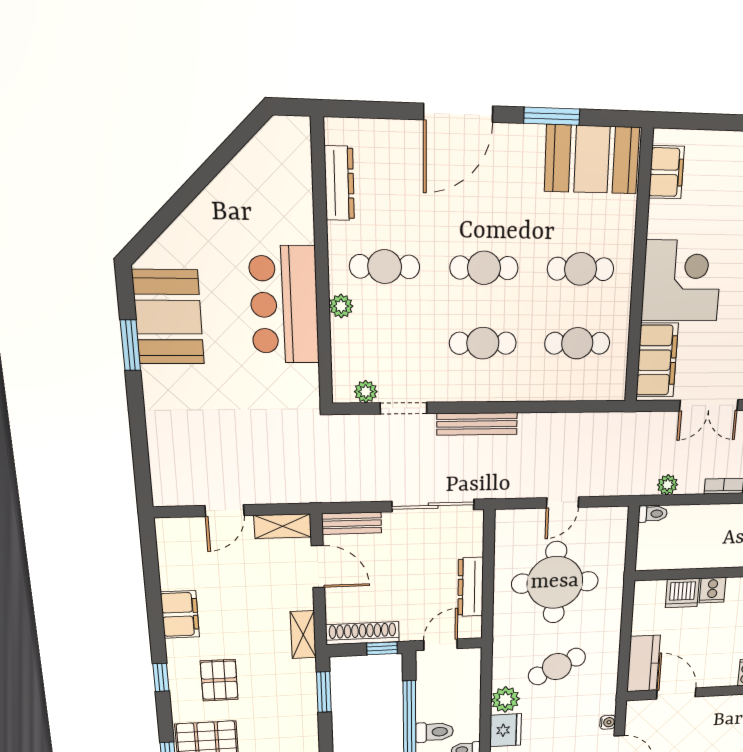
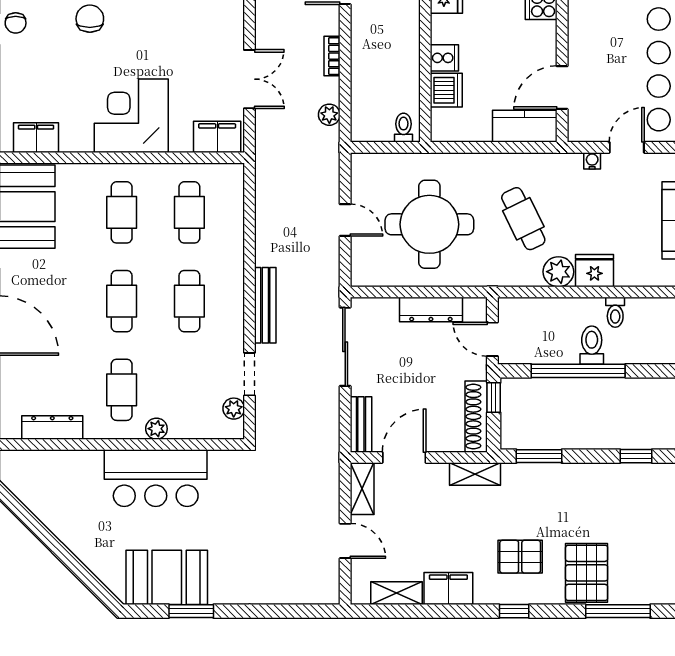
filing cabinet: (657, 360) -> (217, 137), width x0.67, depth x0.86
toilet: (653, 514) -> (404, 128), moved
shelving: (171, 564) -> (396, 593), added

